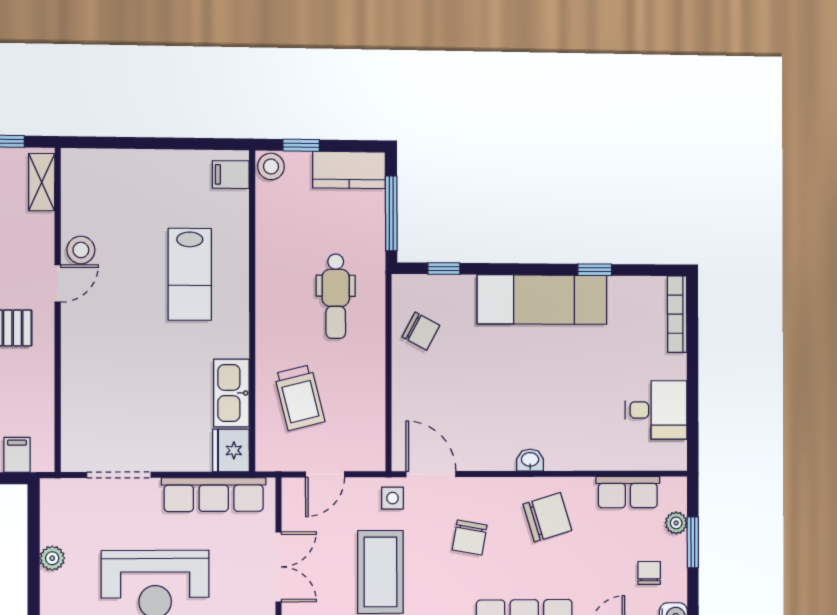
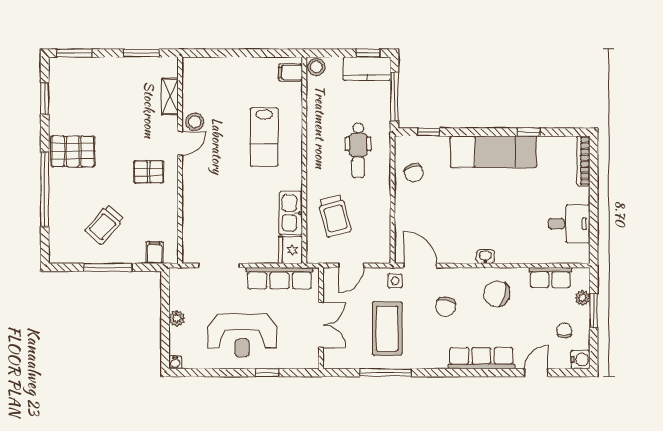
window: (301, 145) -> (368, 53), moved
shelving: (42, 182) -> (170, 96), moved
chair: (421, 331) -> (414, 173), turned 47
chair: (547, 517) -> (497, 294), turned -149

